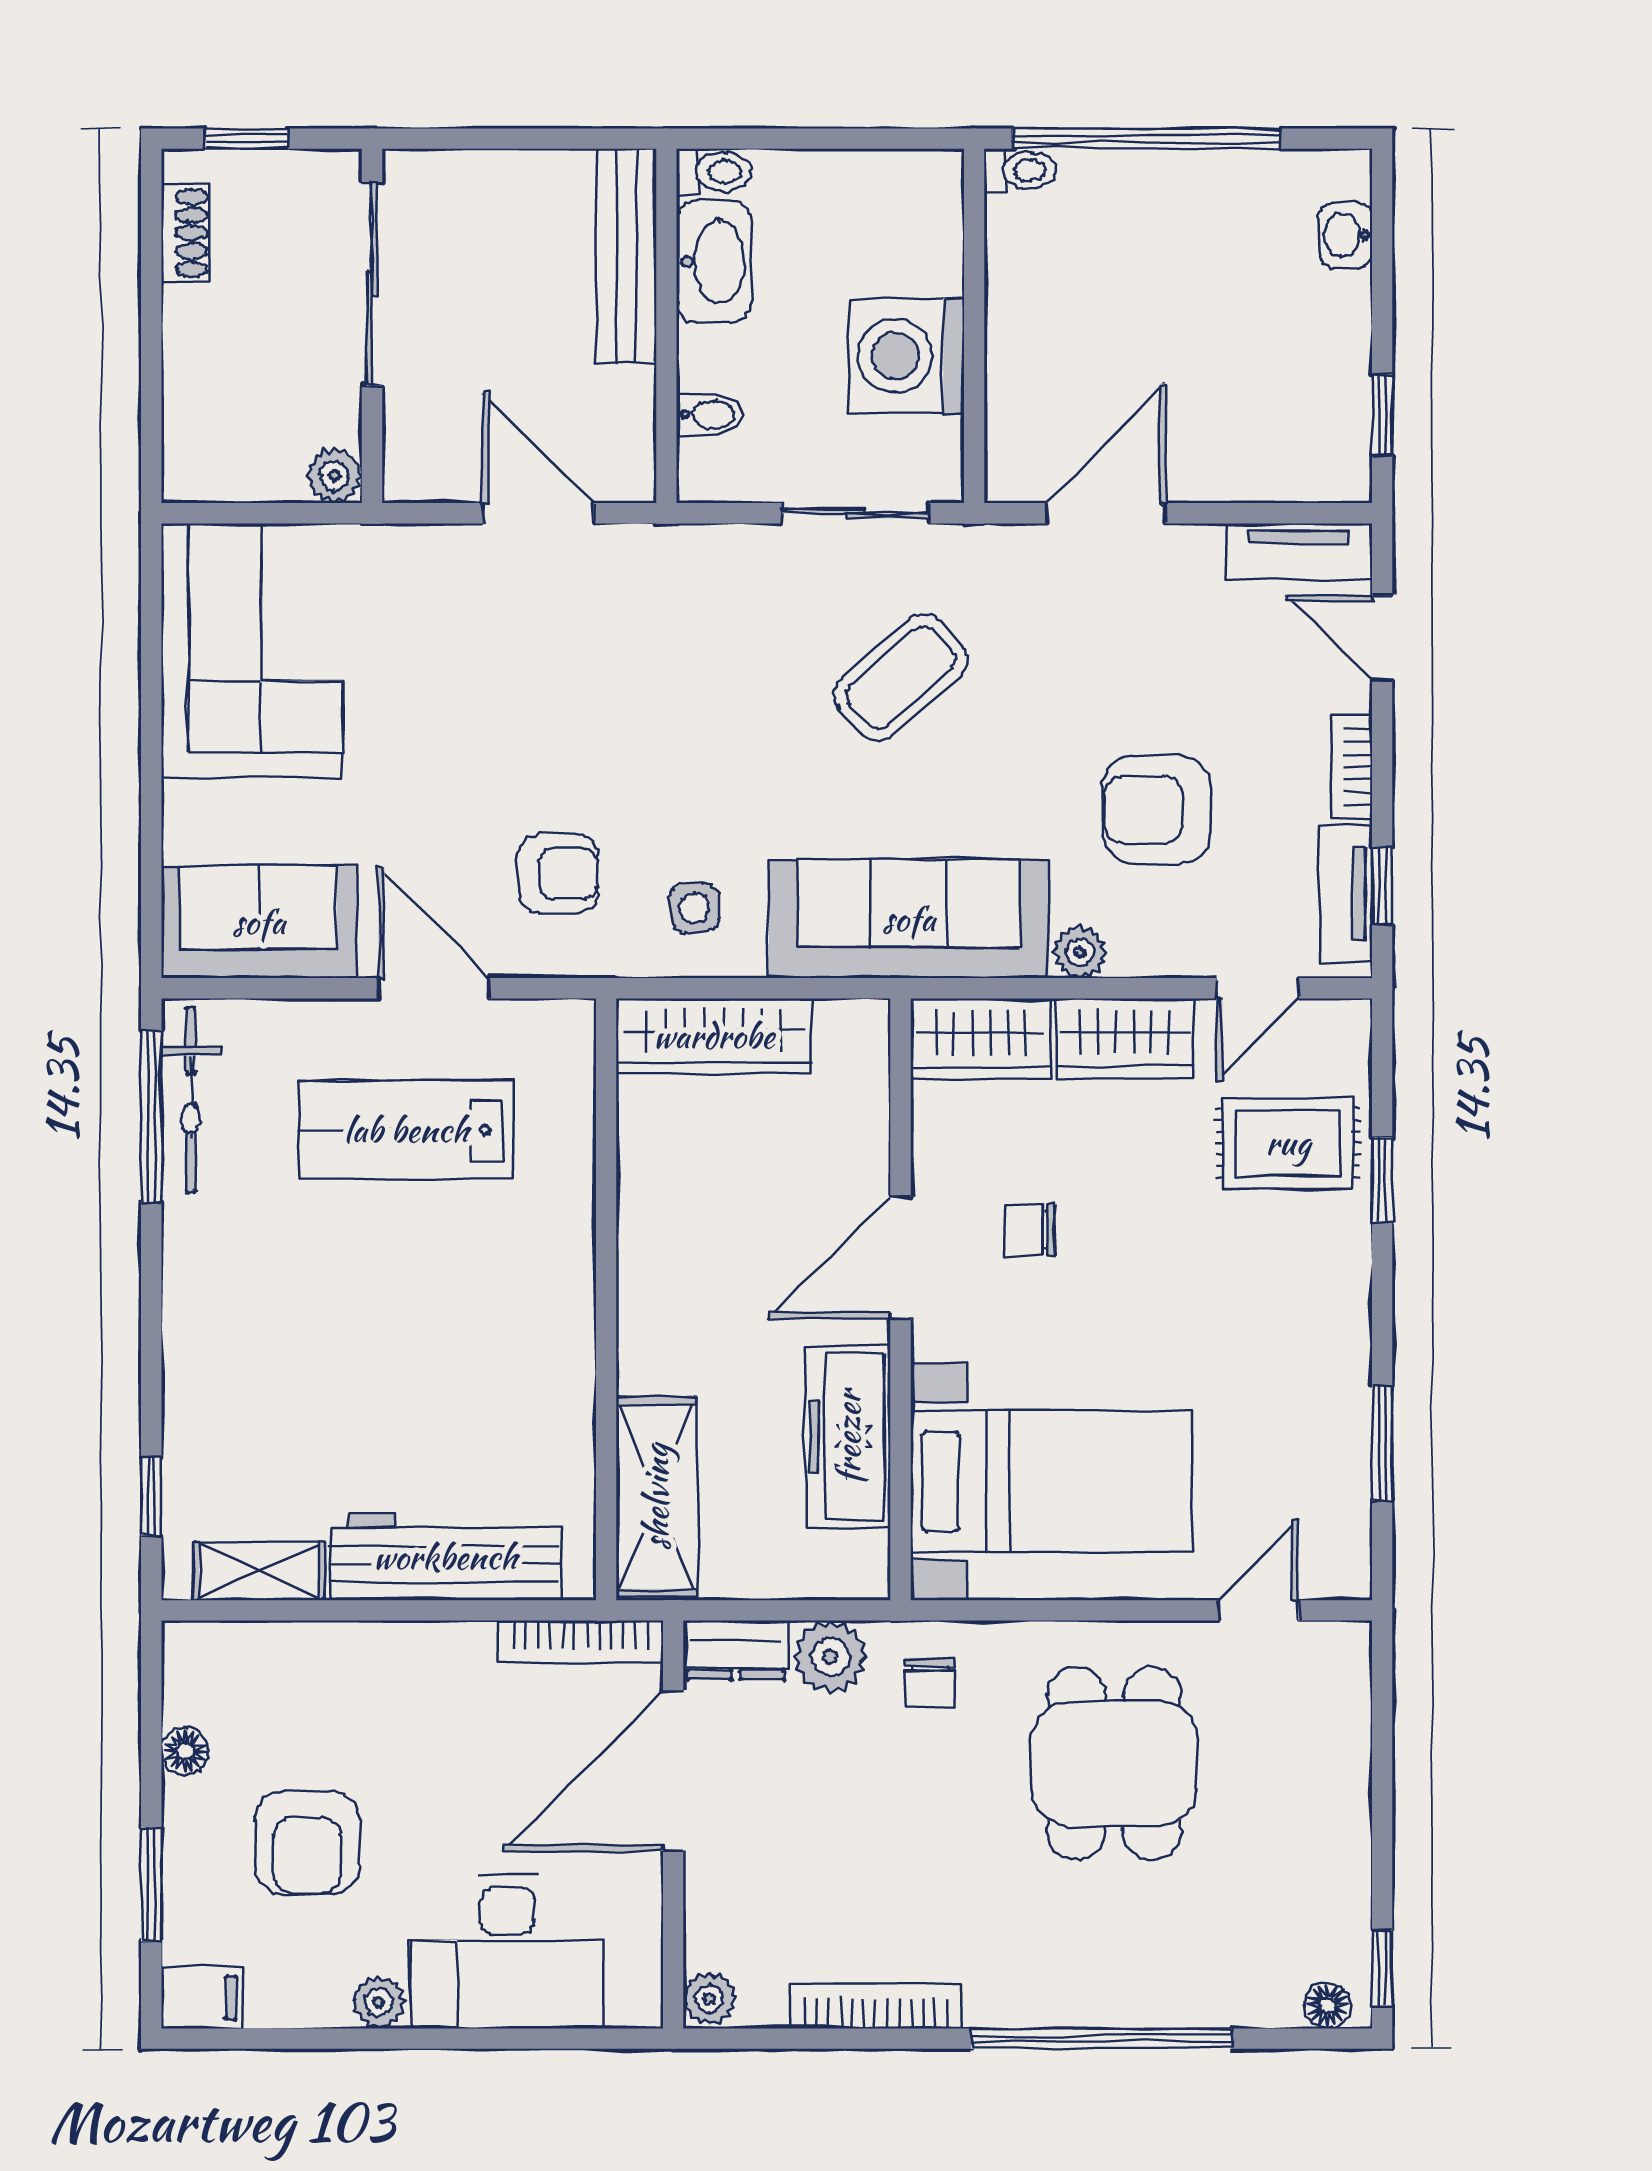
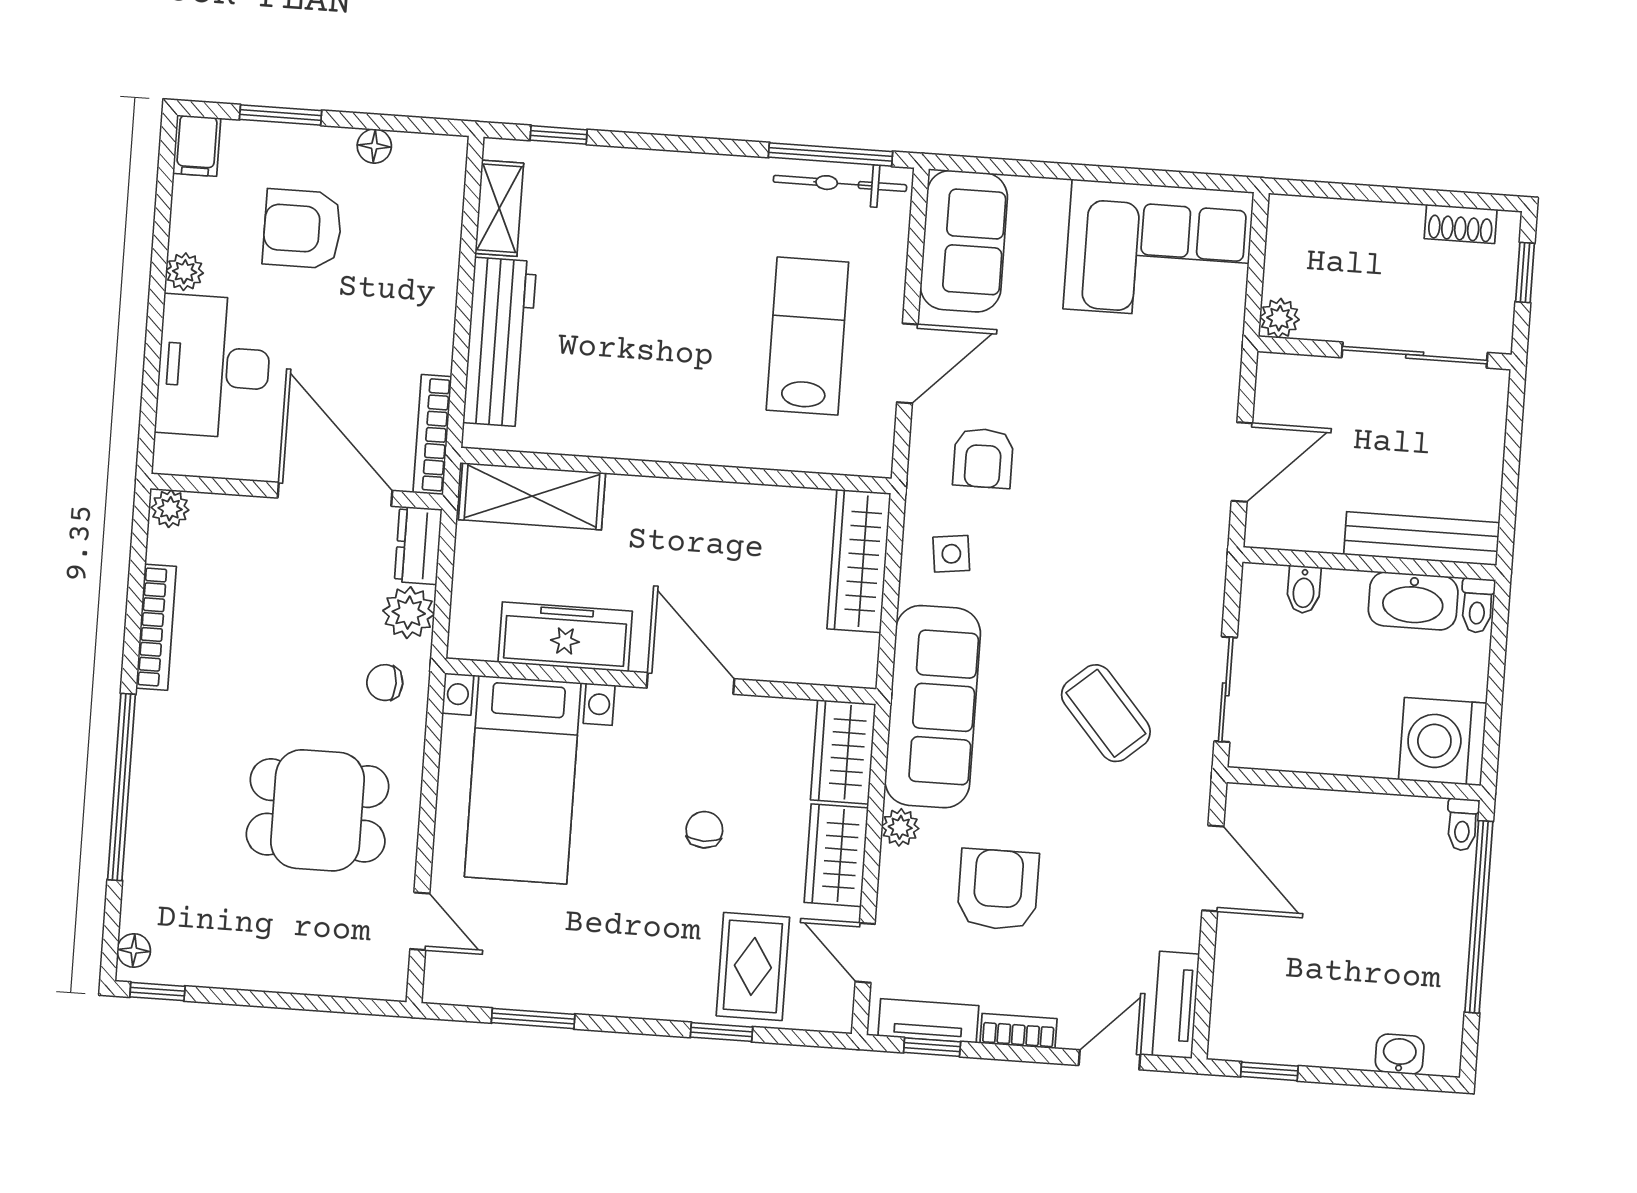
washing machine: (906, 356) -> (1443, 741), moved, turned -90
chair: (1030, 1230) -> (704, 830), moved

